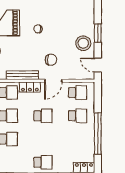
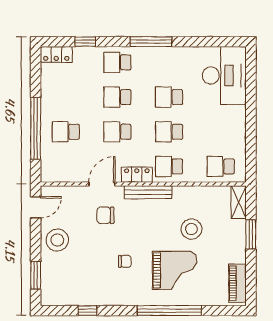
window: (98, 33) -> (36, 275), moved
door: (98, 65) -> (36, 207), hinge flipped
school desk: (78, 93) -> (117, 97), moved
window: (98, 133) -> (36, 128), moved

